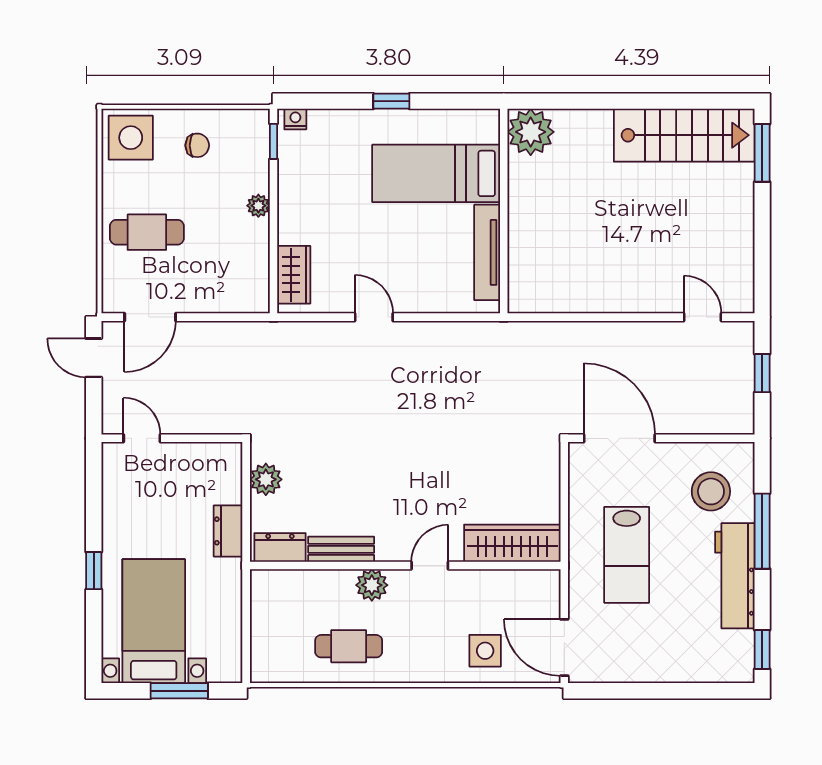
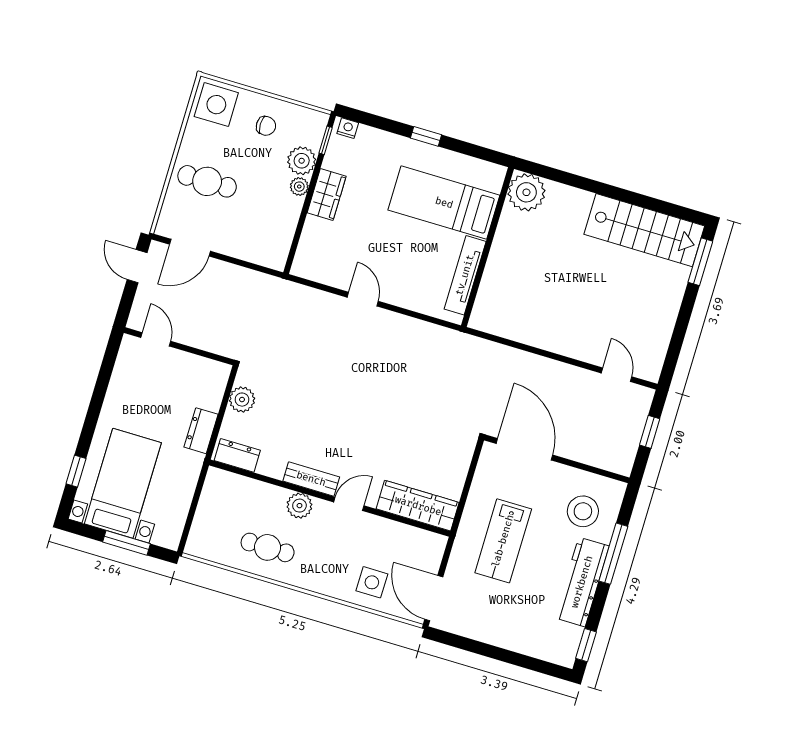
plant: (252, 174) -> (302, 161), added
wardrobe: (294, 275) -> (327, 194), moved
bench: (341, 549) -> (311, 479), moved
window: (94, 571) -> (76, 471), moved

